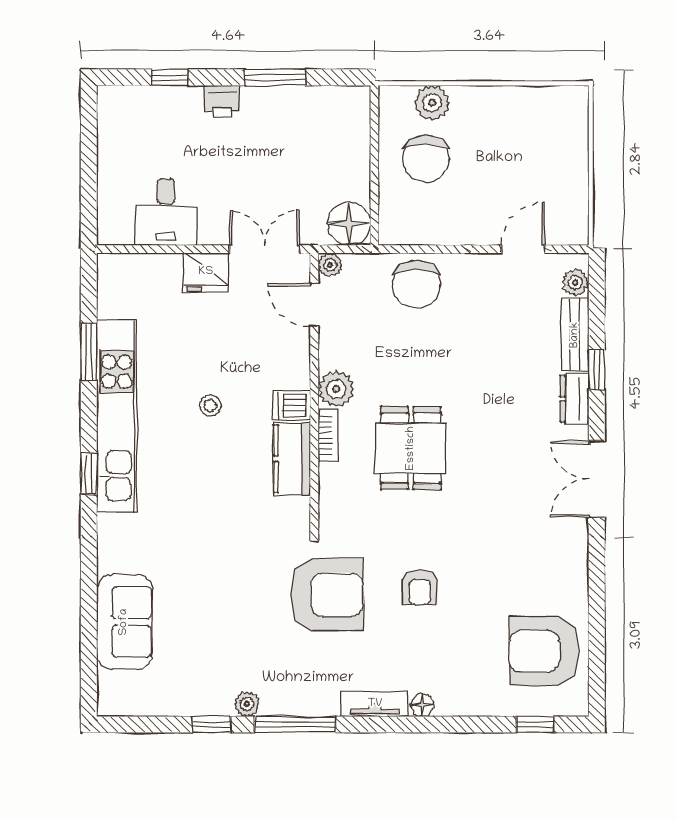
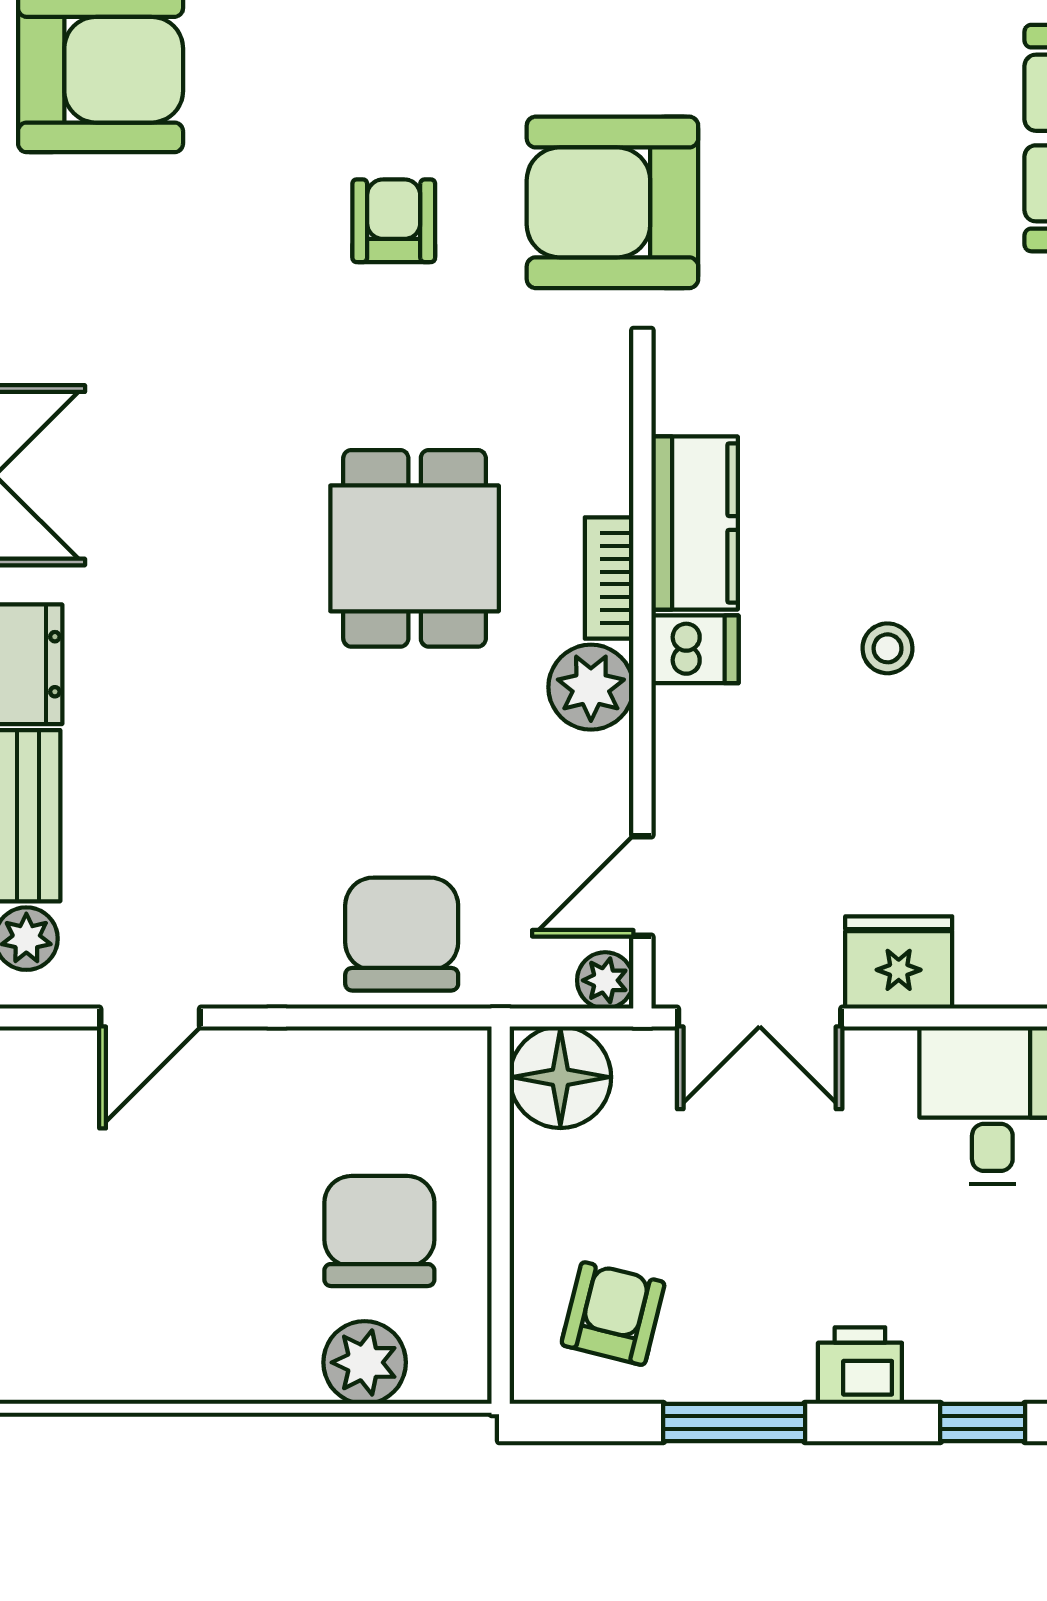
armchair: (327, 124) -> (613, 1314), added
door: (314, 305) -> (642, 886), swing flipped

